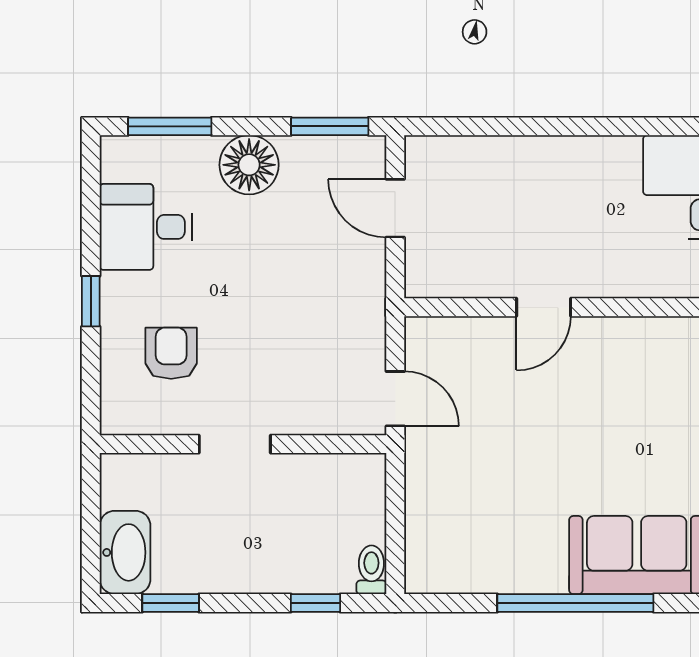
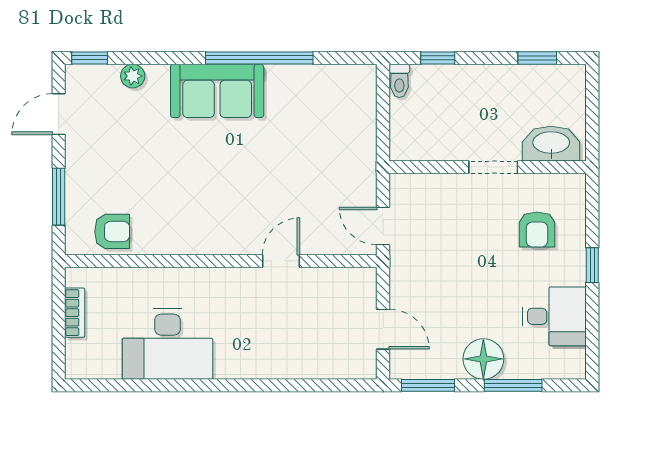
window: (170, 126) -> (513, 385), moved
door: (395, 399) -> (383, 226), moved
washbasin: (125, 552) -> (551, 144), moved, turned 90

